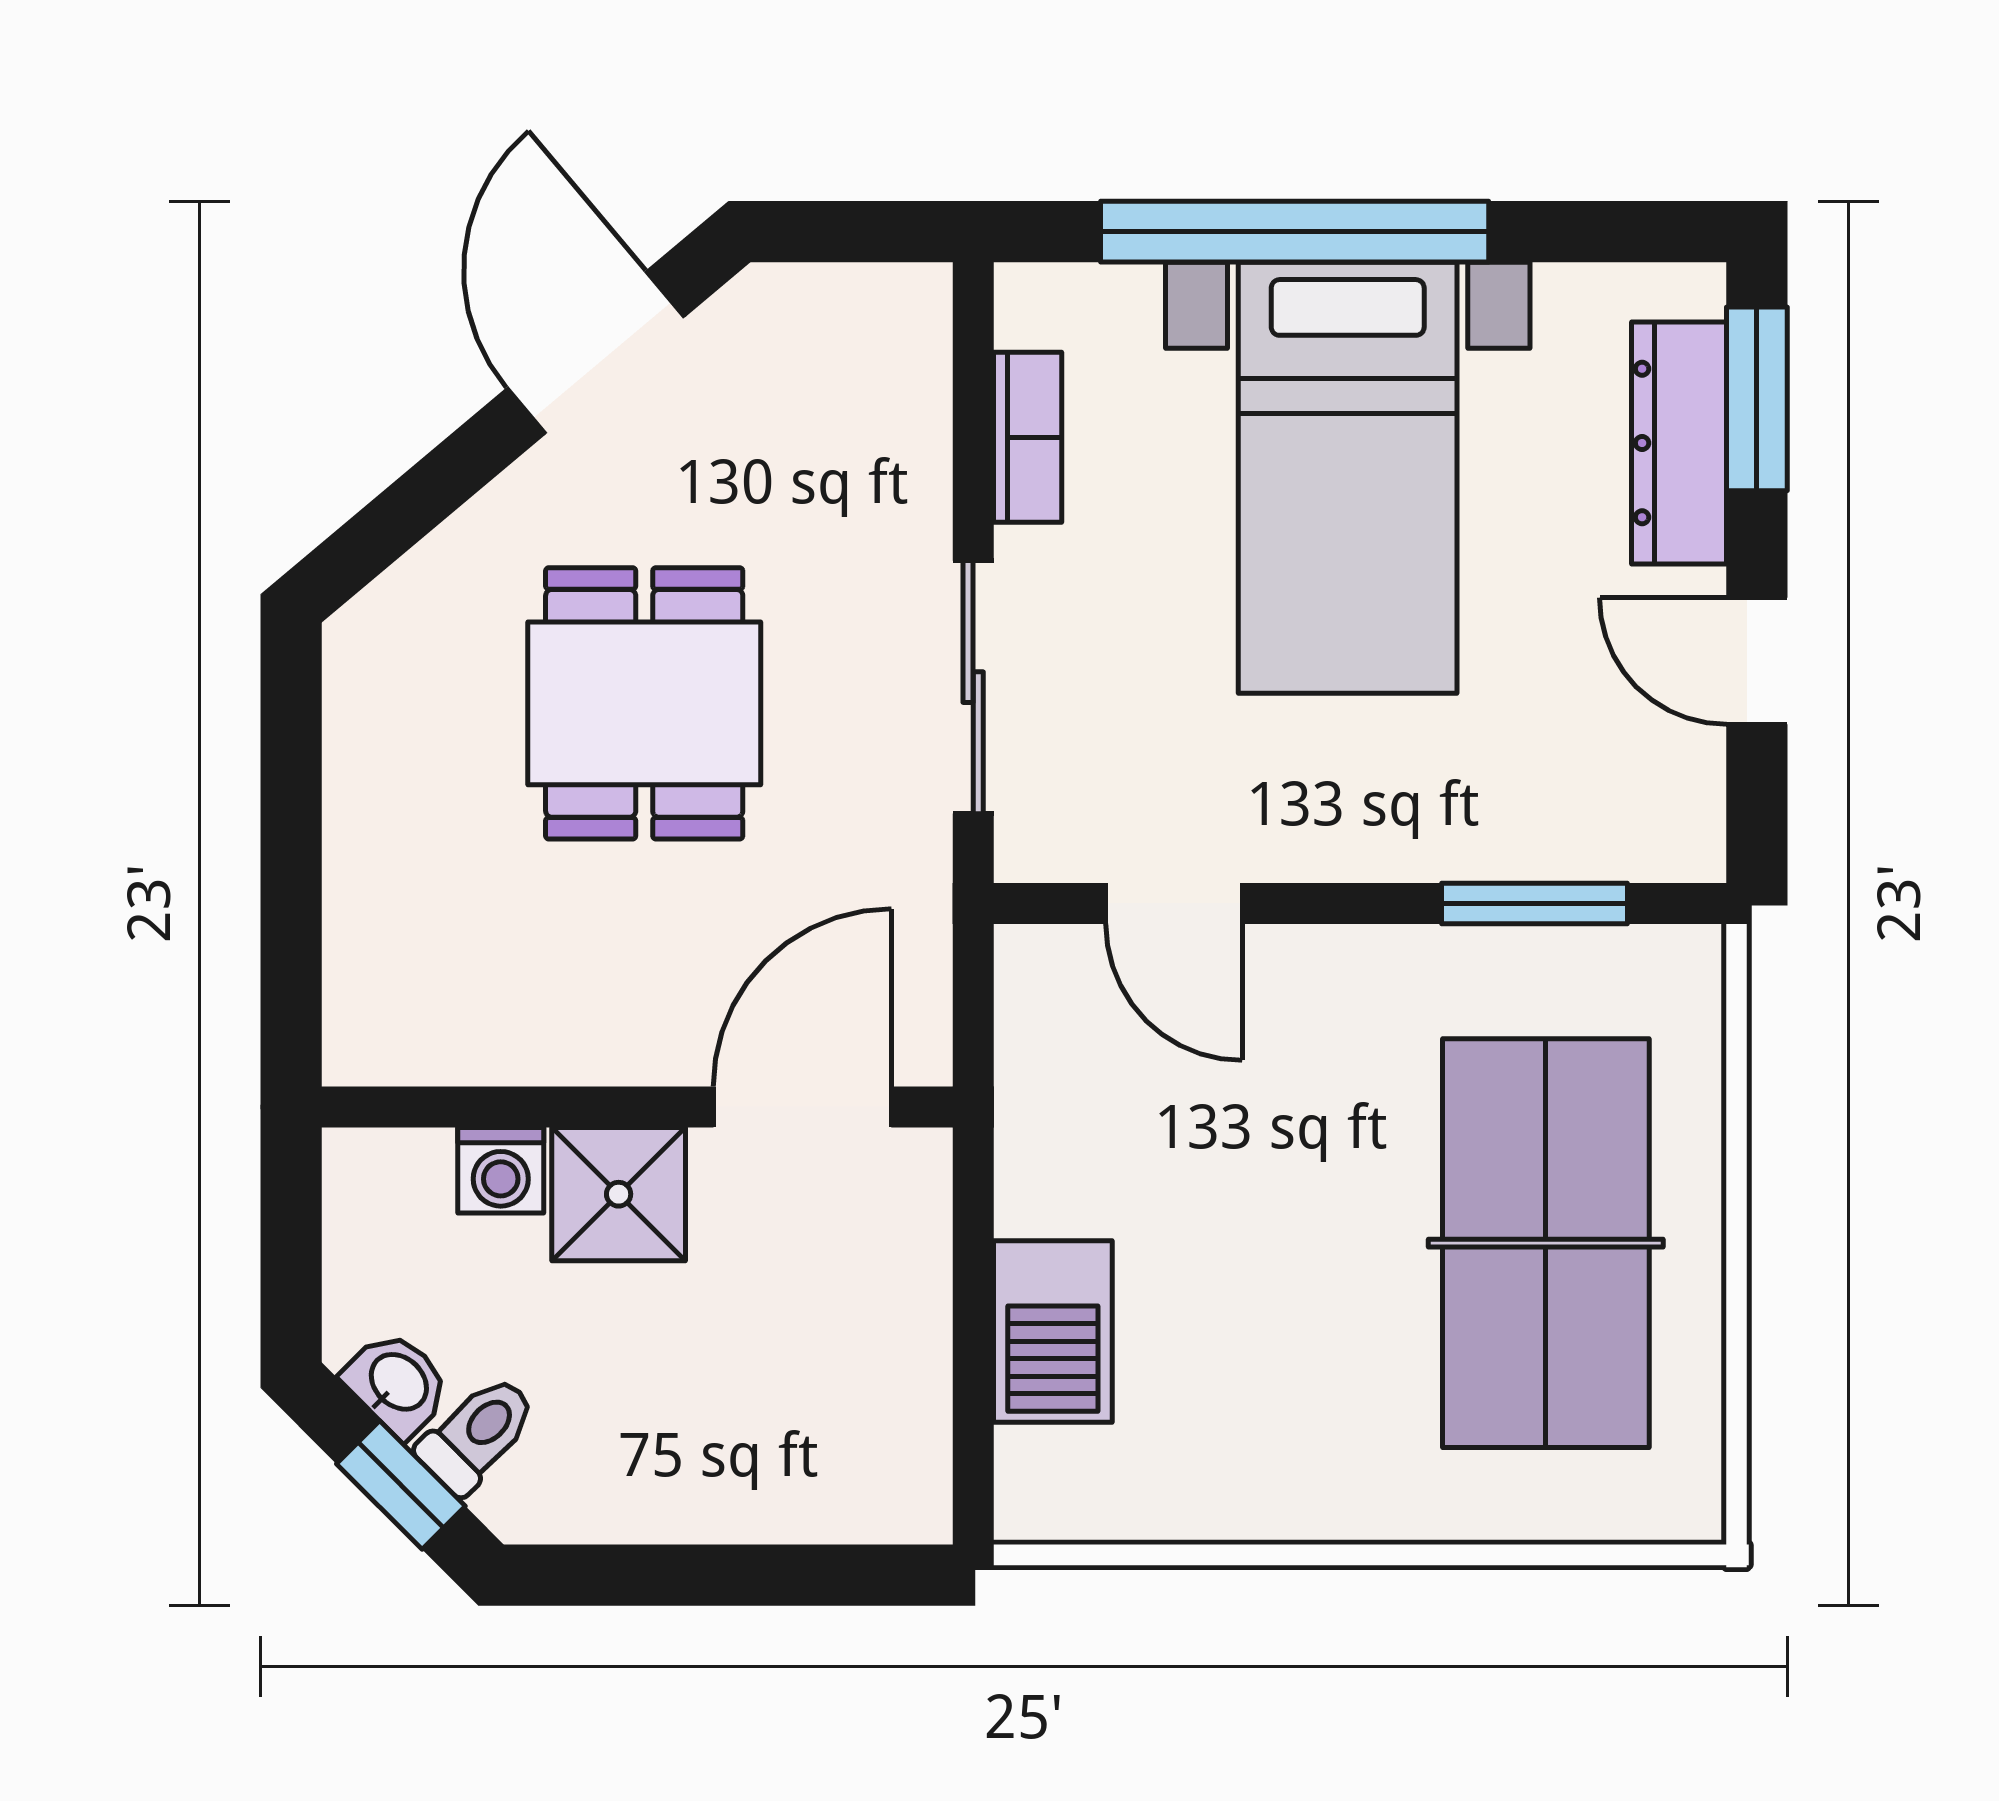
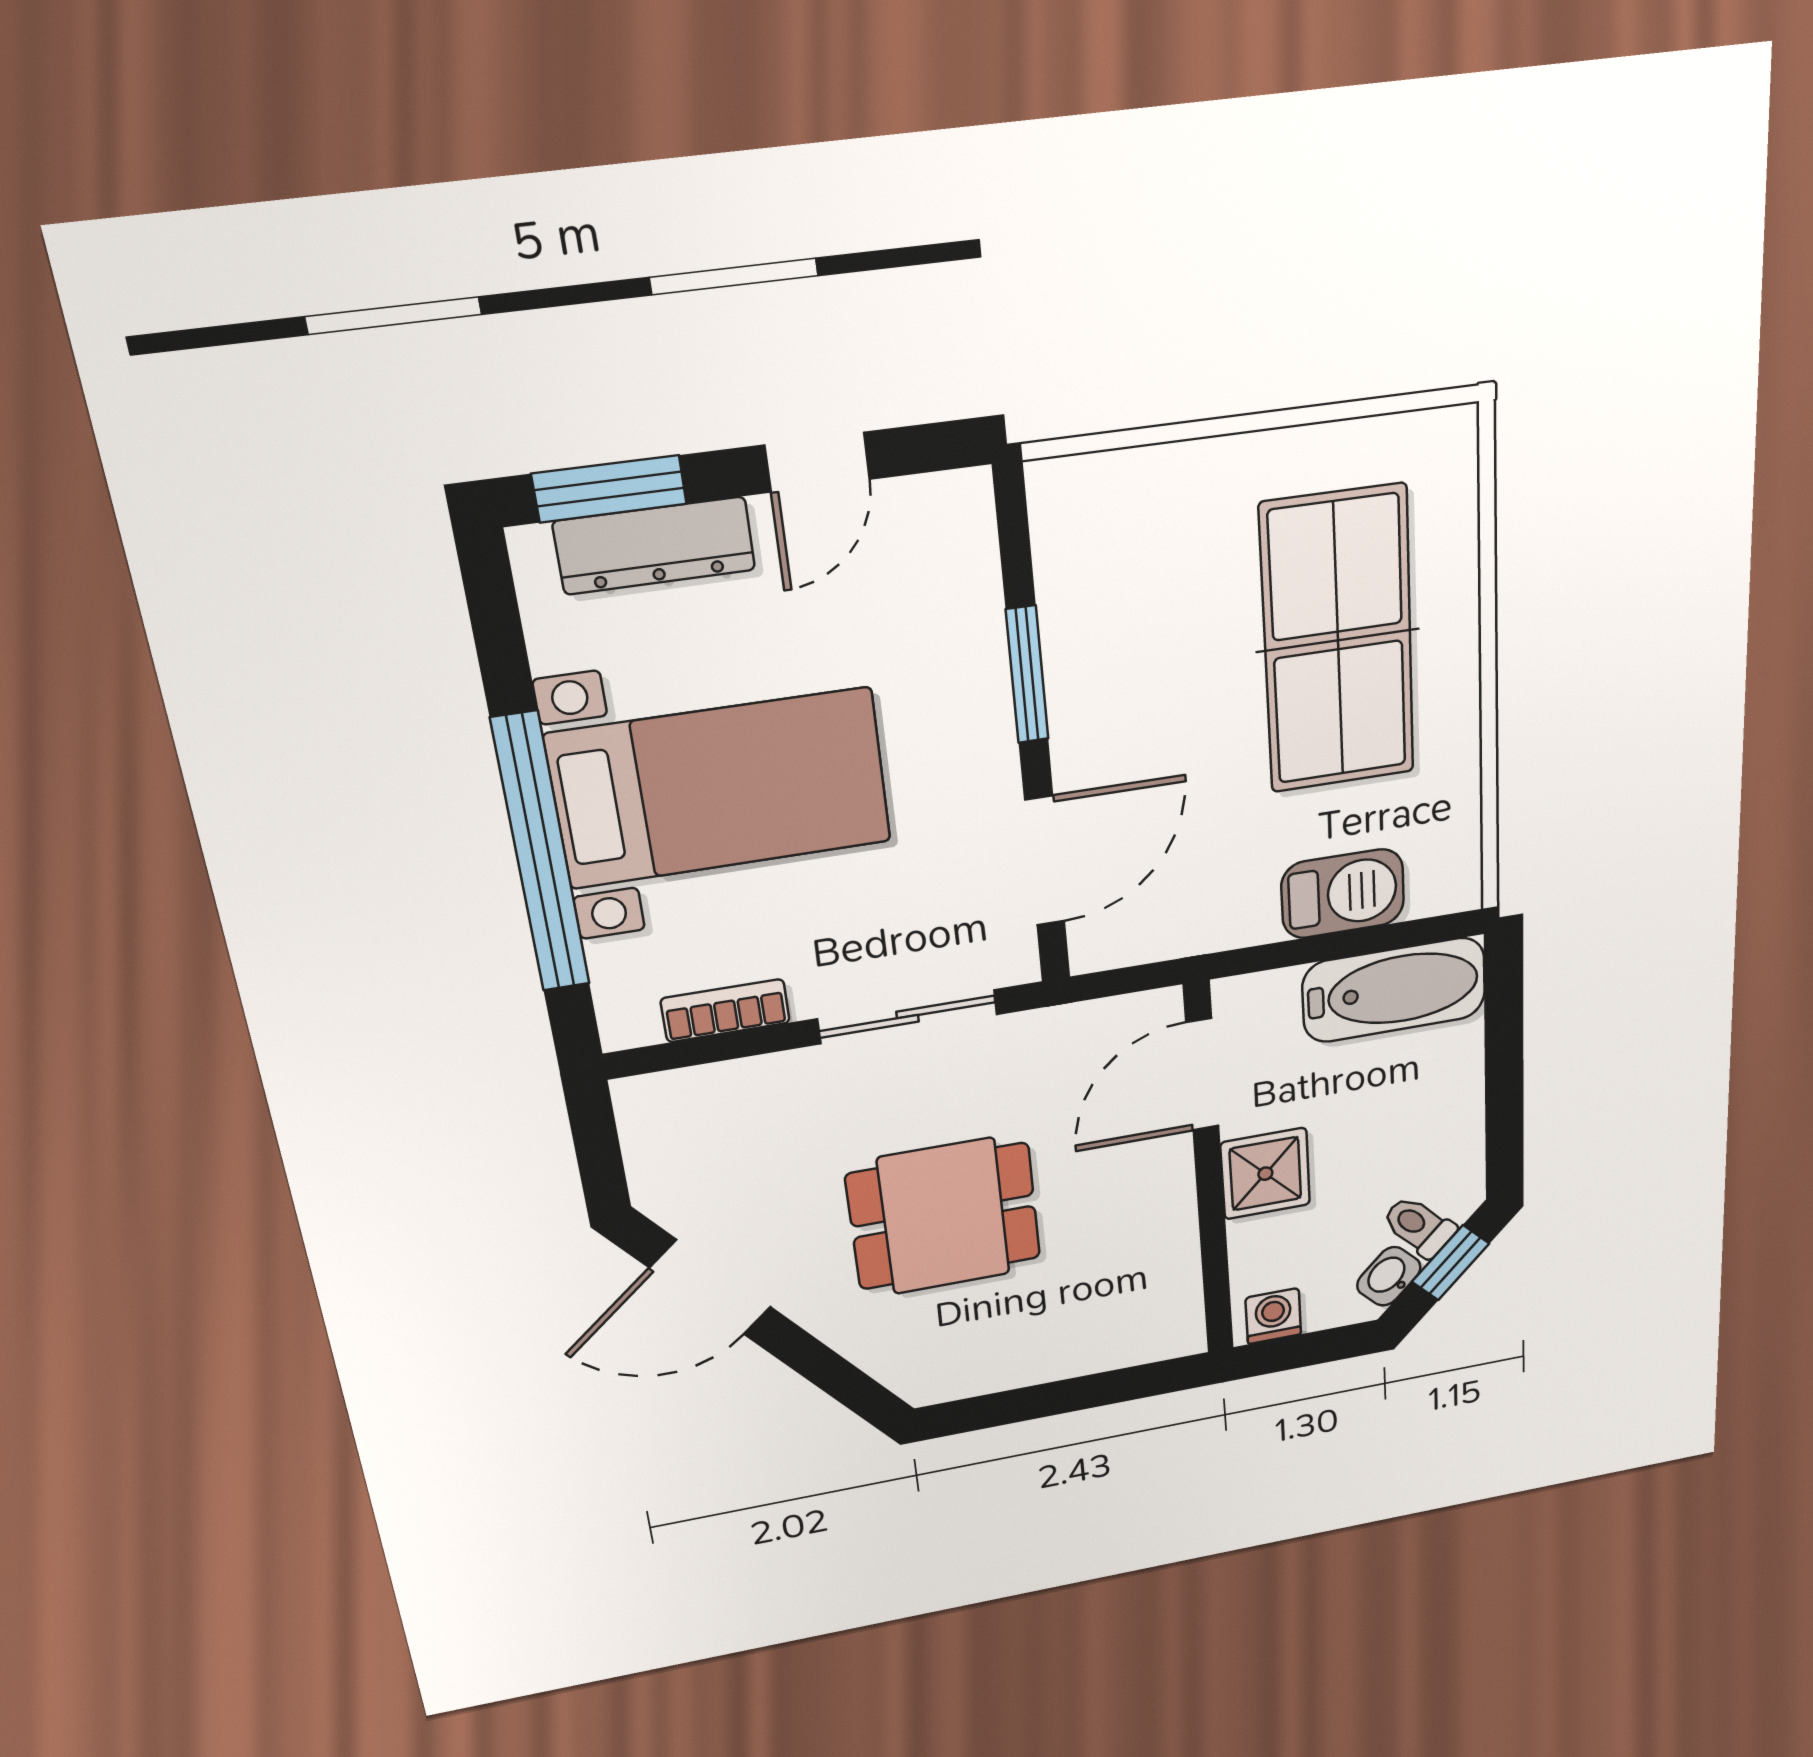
door: (1174, 903) -> (1045, 861), width x1.37
window: (1535, 903) -> (1027, 675), moved
door: (802, 1107) -> (1202, 1075), hinge flipped
washing machine: (501, 1170) -> (1273, 1316), moved, turned -90
table tennis table: (1546, 1243) -> (1338, 640), moved, turned 90
bathtub: (887, 1405) -> (1394, 990), added

